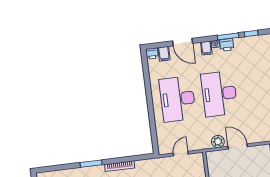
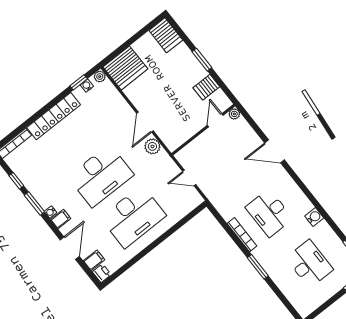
printer: (227, 45) -> (44, 199), removed

